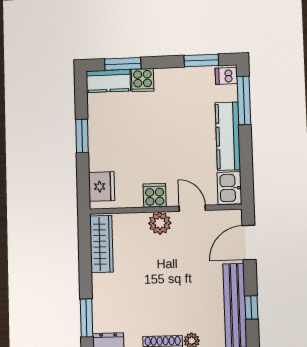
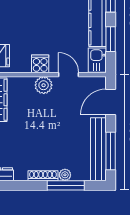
window: (246, 160) -> (111, 39), added
window: (251, 307) -> (111, 151), width x2.17

